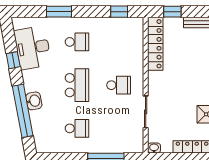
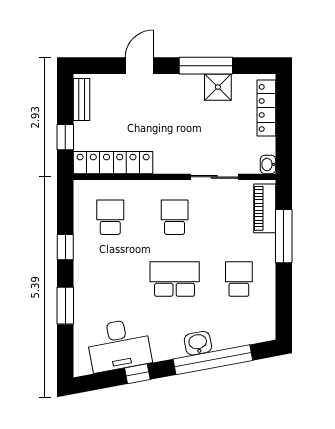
window: (119, 12) -> (65, 247), moved
school desk: (77, 42) -> (110, 217), moved
piano: (124, 146) -> (265, 208), added

